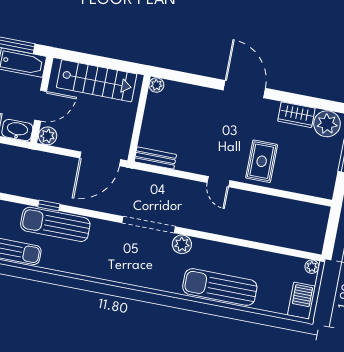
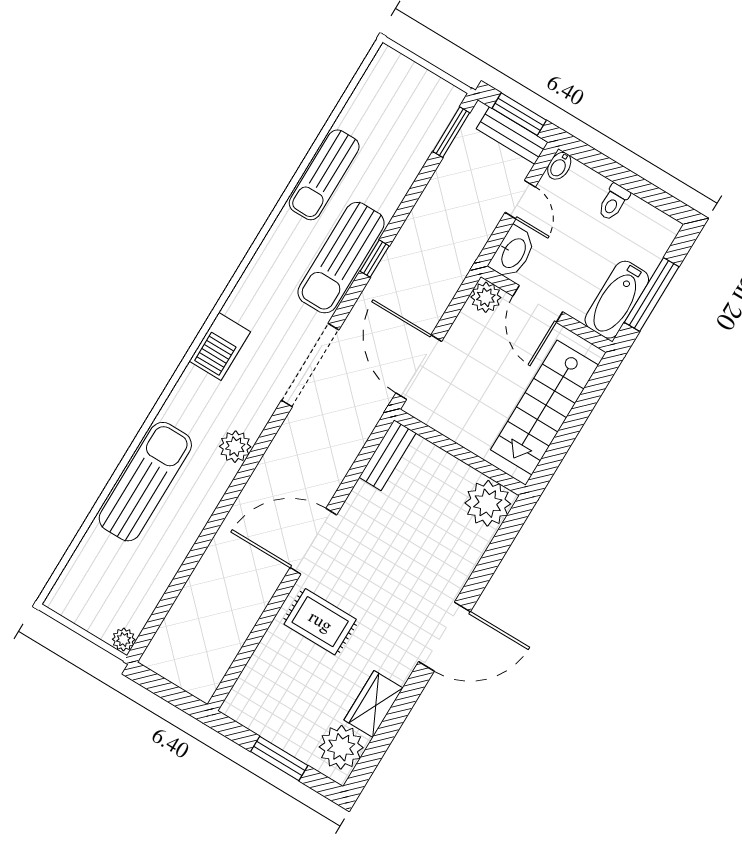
plant: (156, 85) -> (488, 503), width x1.88, depth x1.88
door: (218, 182) -> (313, 541), width x1.87
sun lounger: (55, 224) -> (341, 258), turned 180
doorway: (148, 225) -> (310, 365), moved
barbecue: (302, 301) -> (220, 346), moved, turned 90

